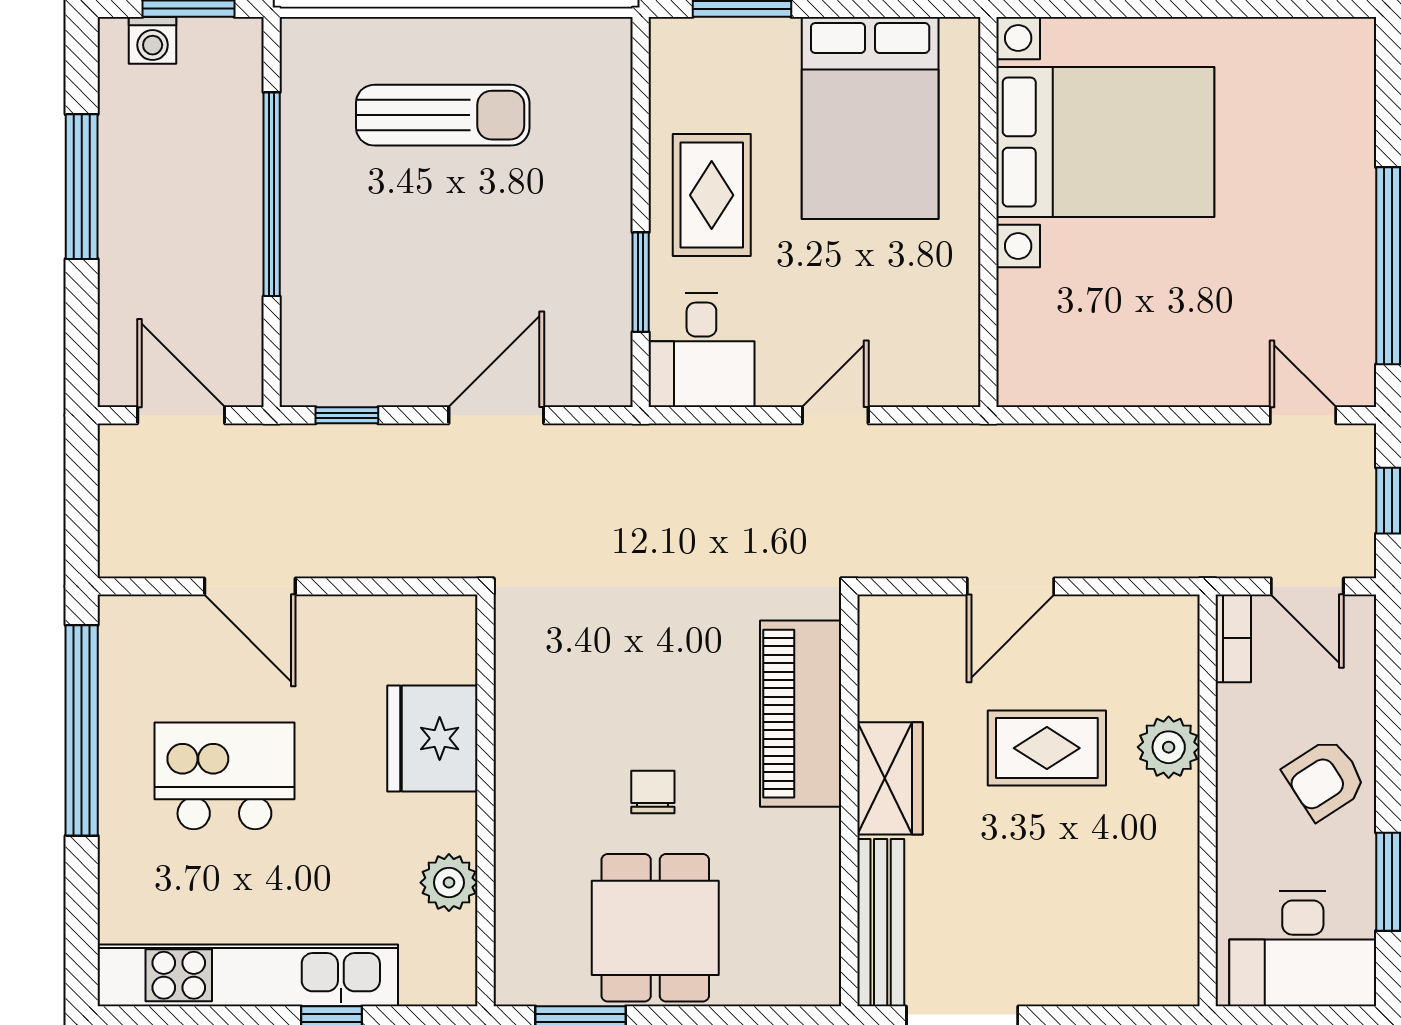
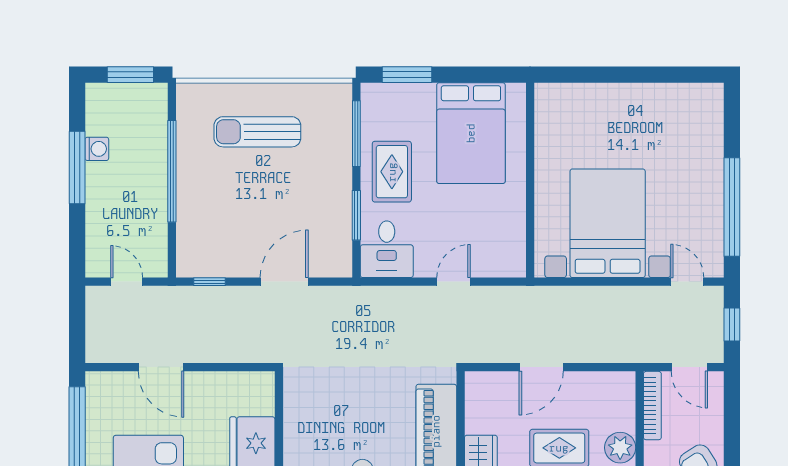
washing machine: (153, 40) -> (97, 149), moved, turned -90
sun lounger: (443, 115) -> (257, 132), turned 180
window: (641, 119) -> (356, 134), added
bed with nightstands: (1105, 142) -> (608, 223), moved, turned -90
door: (181, 415) -> (127, 282), width x0.73
bookcase: (1233, 638) -> (652, 406), width x1.56

